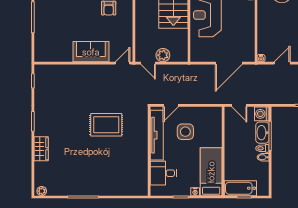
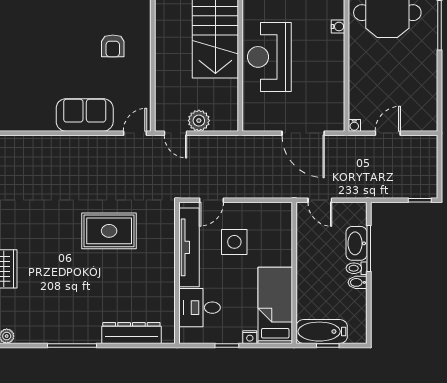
door: (229, 63) -> (303, 133), hinge flipped
washing machine: (262, 114) -> (356, 214), removed
dresser: (120, 189) -> (131, 333), added

